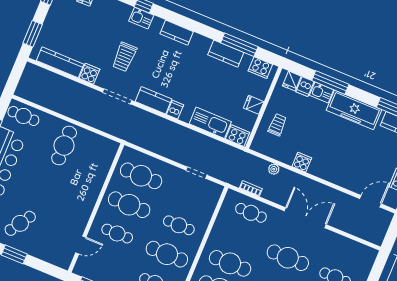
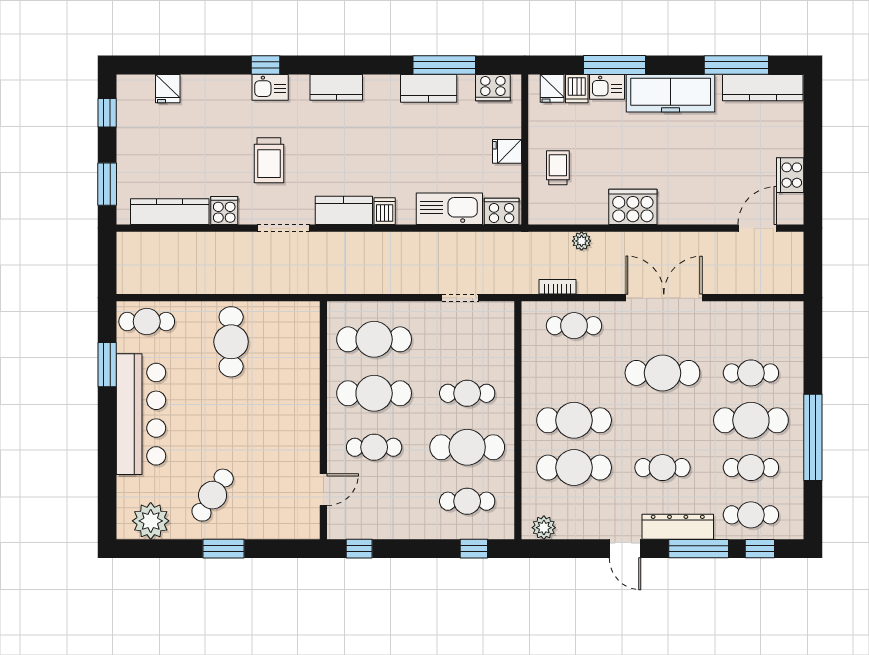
cooker: (302, 162) -> (633, 207), width x1.87, depth x1.31

